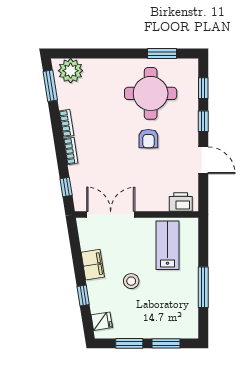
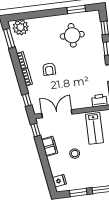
round table: (151, 93) -> (72, 35), width x0.73, depth x0.73
armchair: (148, 139) -> (49, 69), moved
lab bench: (167, 245) -> (94, 128), turned 180
window: (83, 295) -> (35, 130), moved

